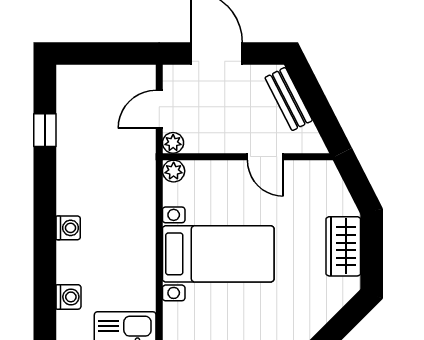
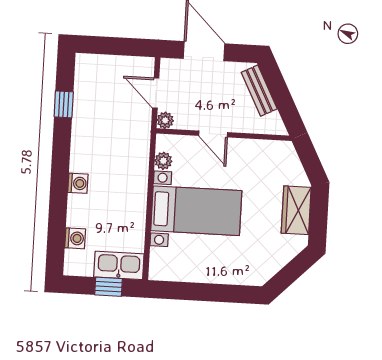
door: (159, 109) -> (156, 93), hinge flipped
door: (265, 157) -> (213, 134), moved
plant: (174, 171) -> (163, 161), moved

